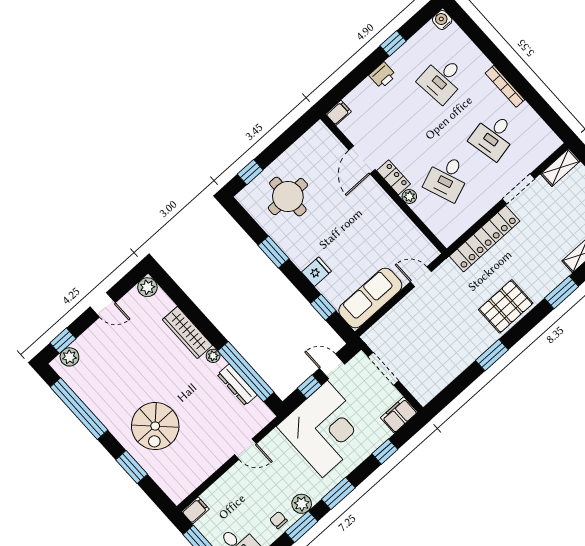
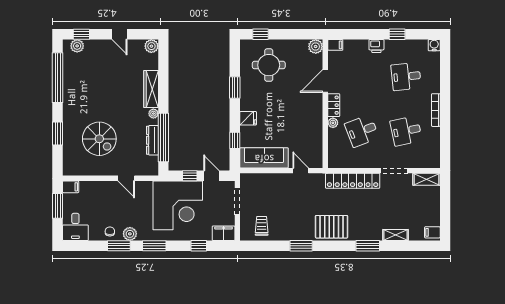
plant: (319, 133) -> (316, 46), added
trolley: (432, 371) -> (262, 226), added
spiral stairs: (155, 426) -> (99, 139), moved, turned -90

